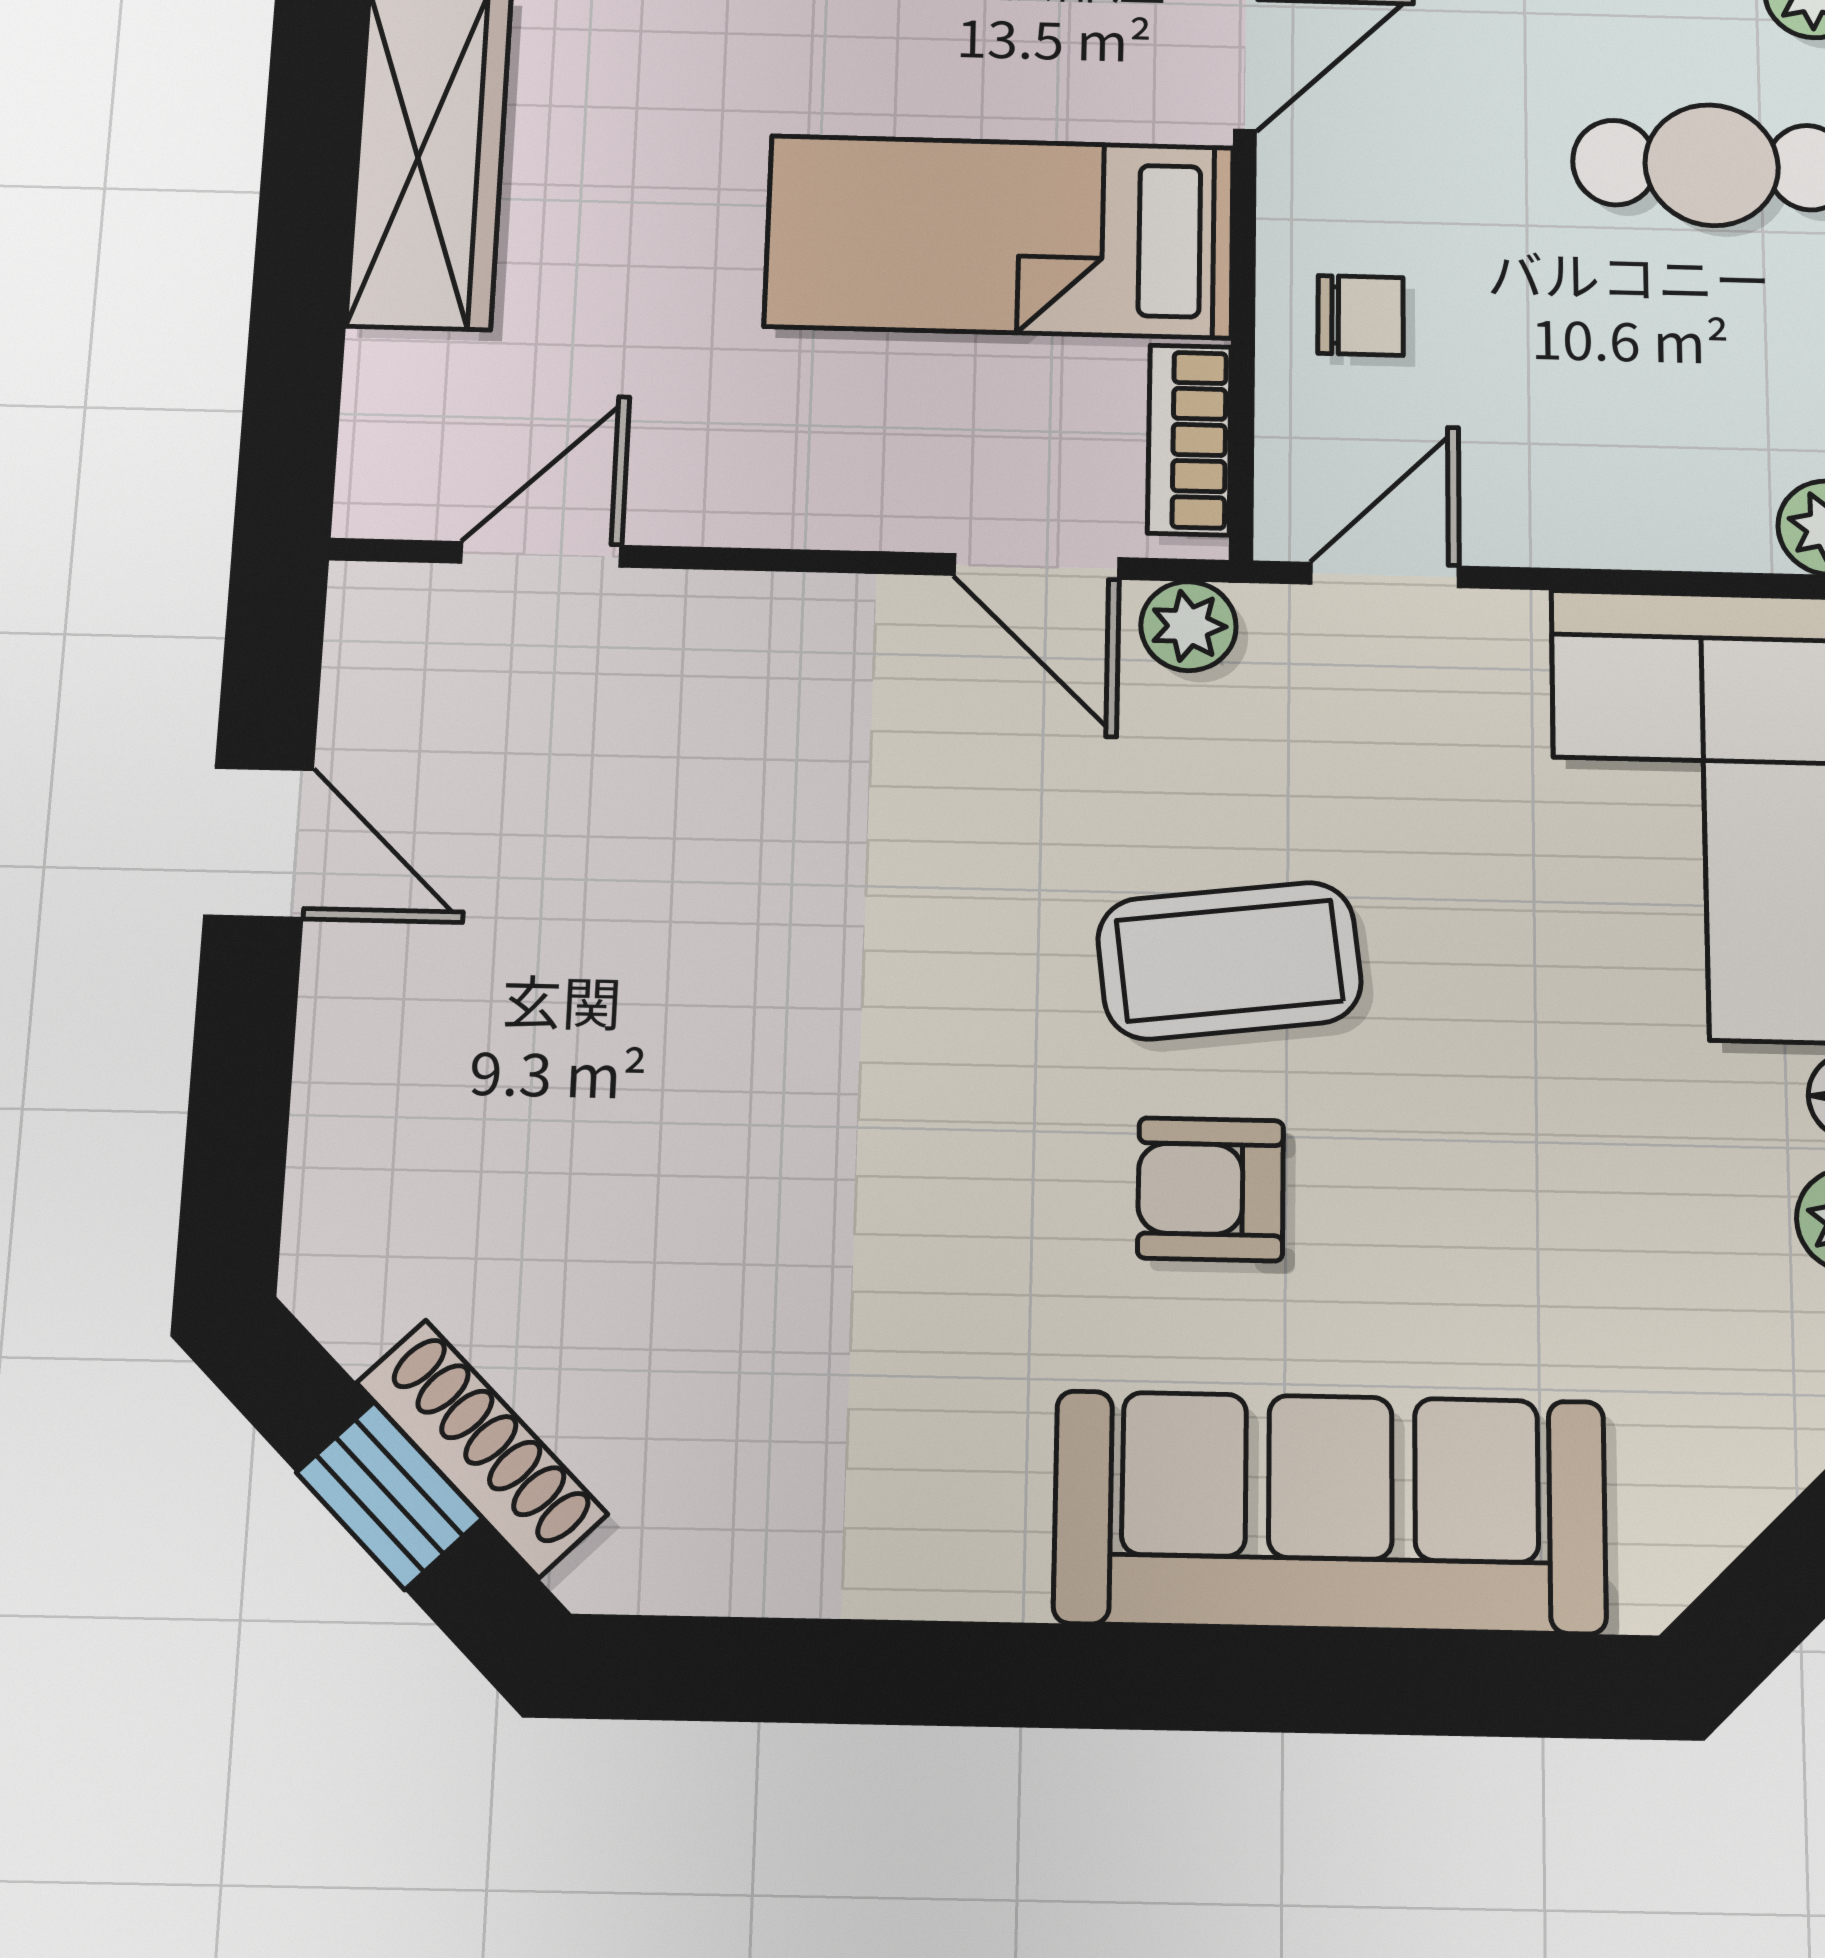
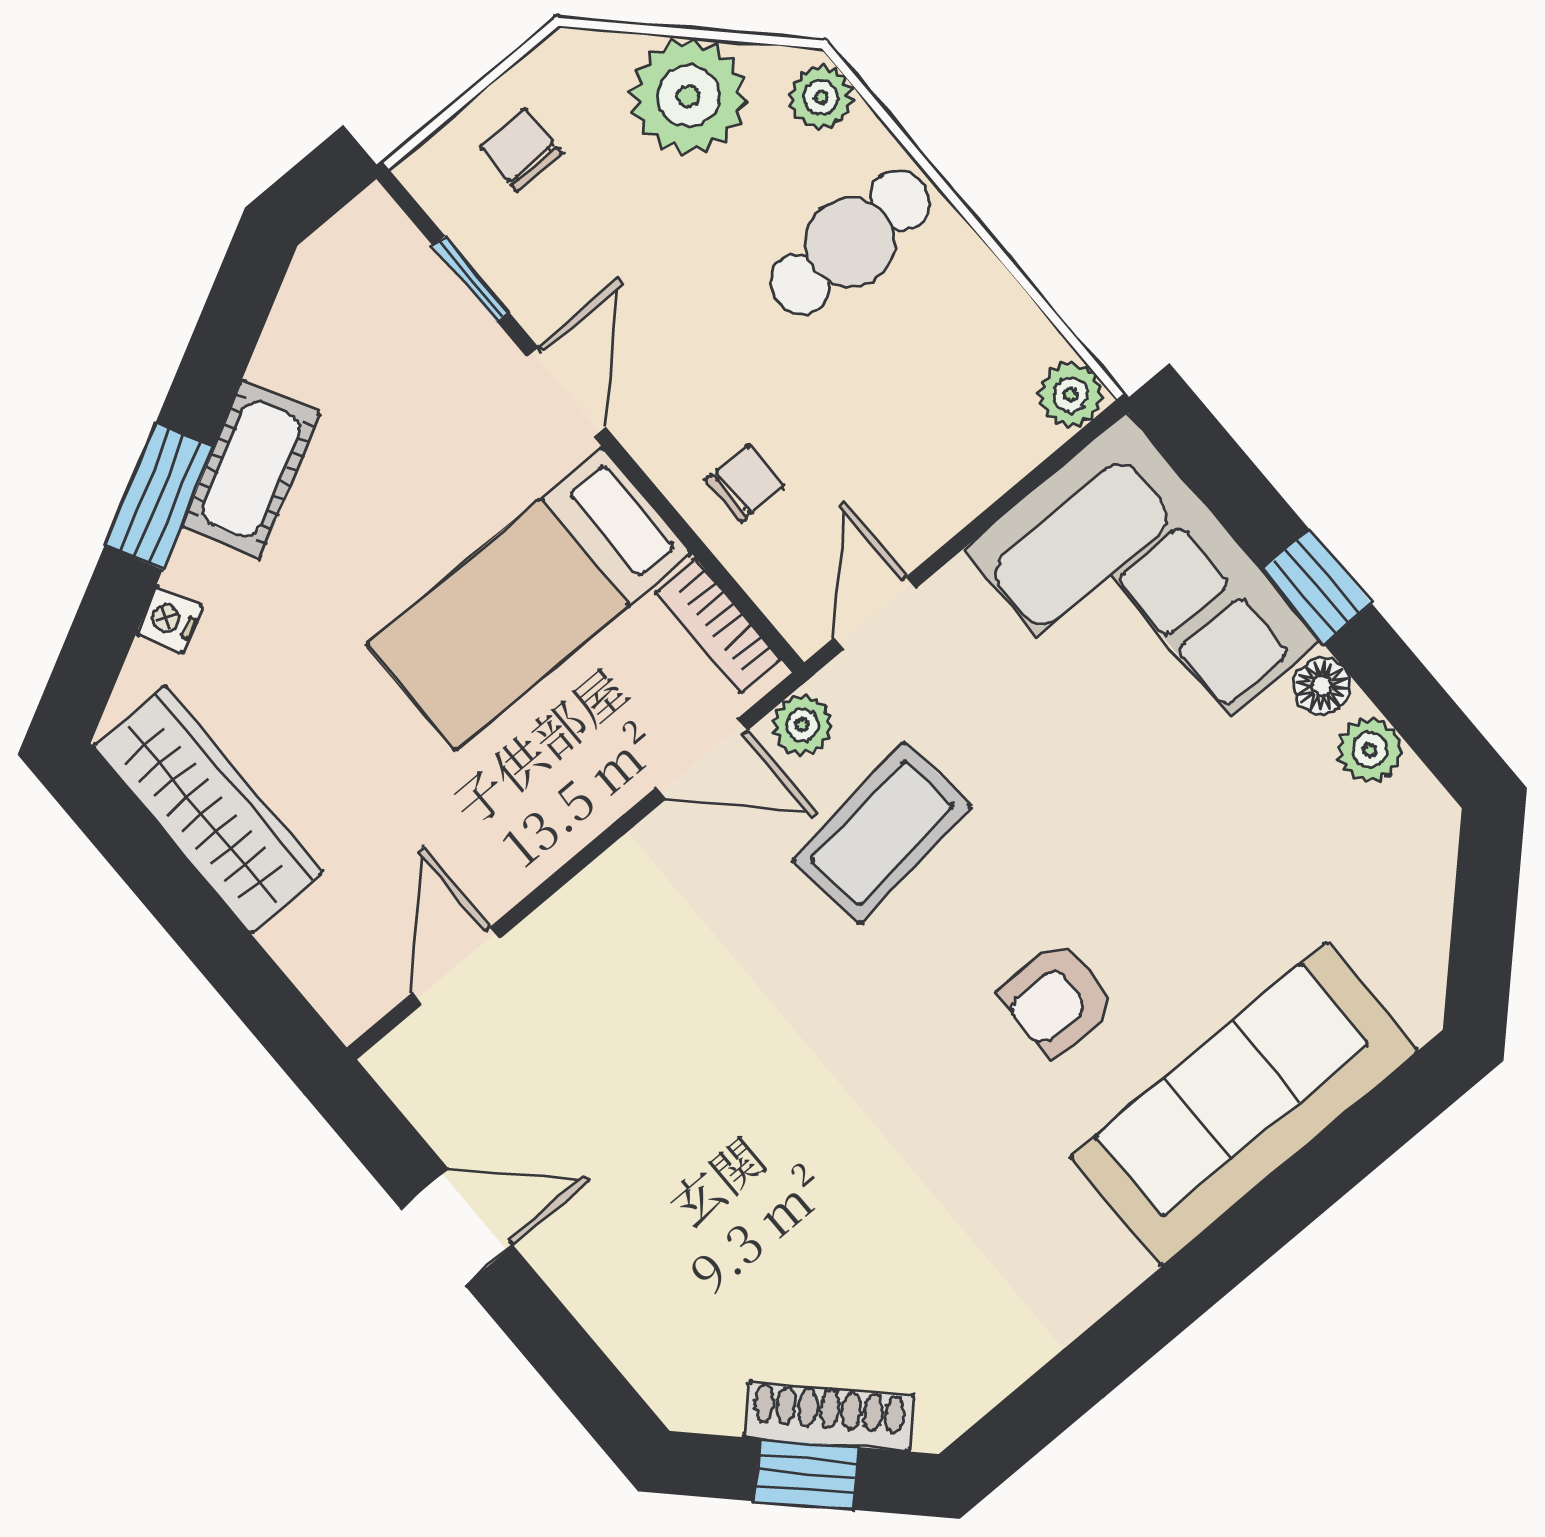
coffee table: (1229, 961) -> (882, 833), moved

